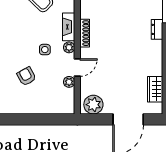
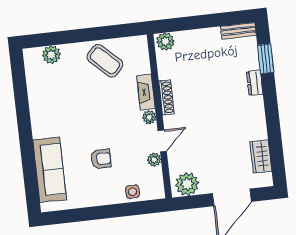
side table: (45, 50) -> (132, 192), moved
armchair: (26, 76) -> (101, 159), turned 119

